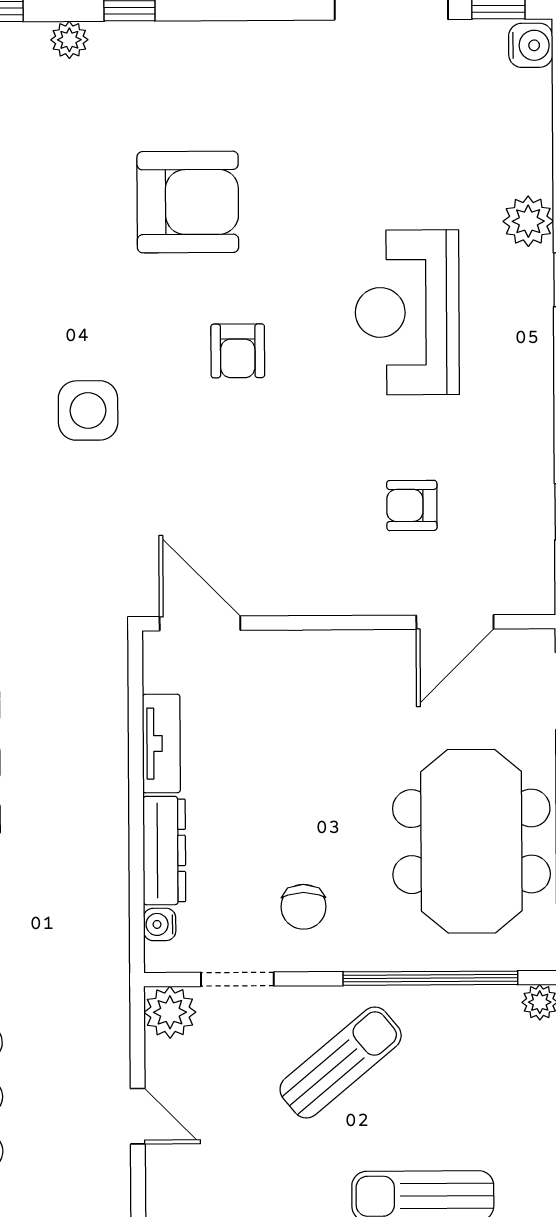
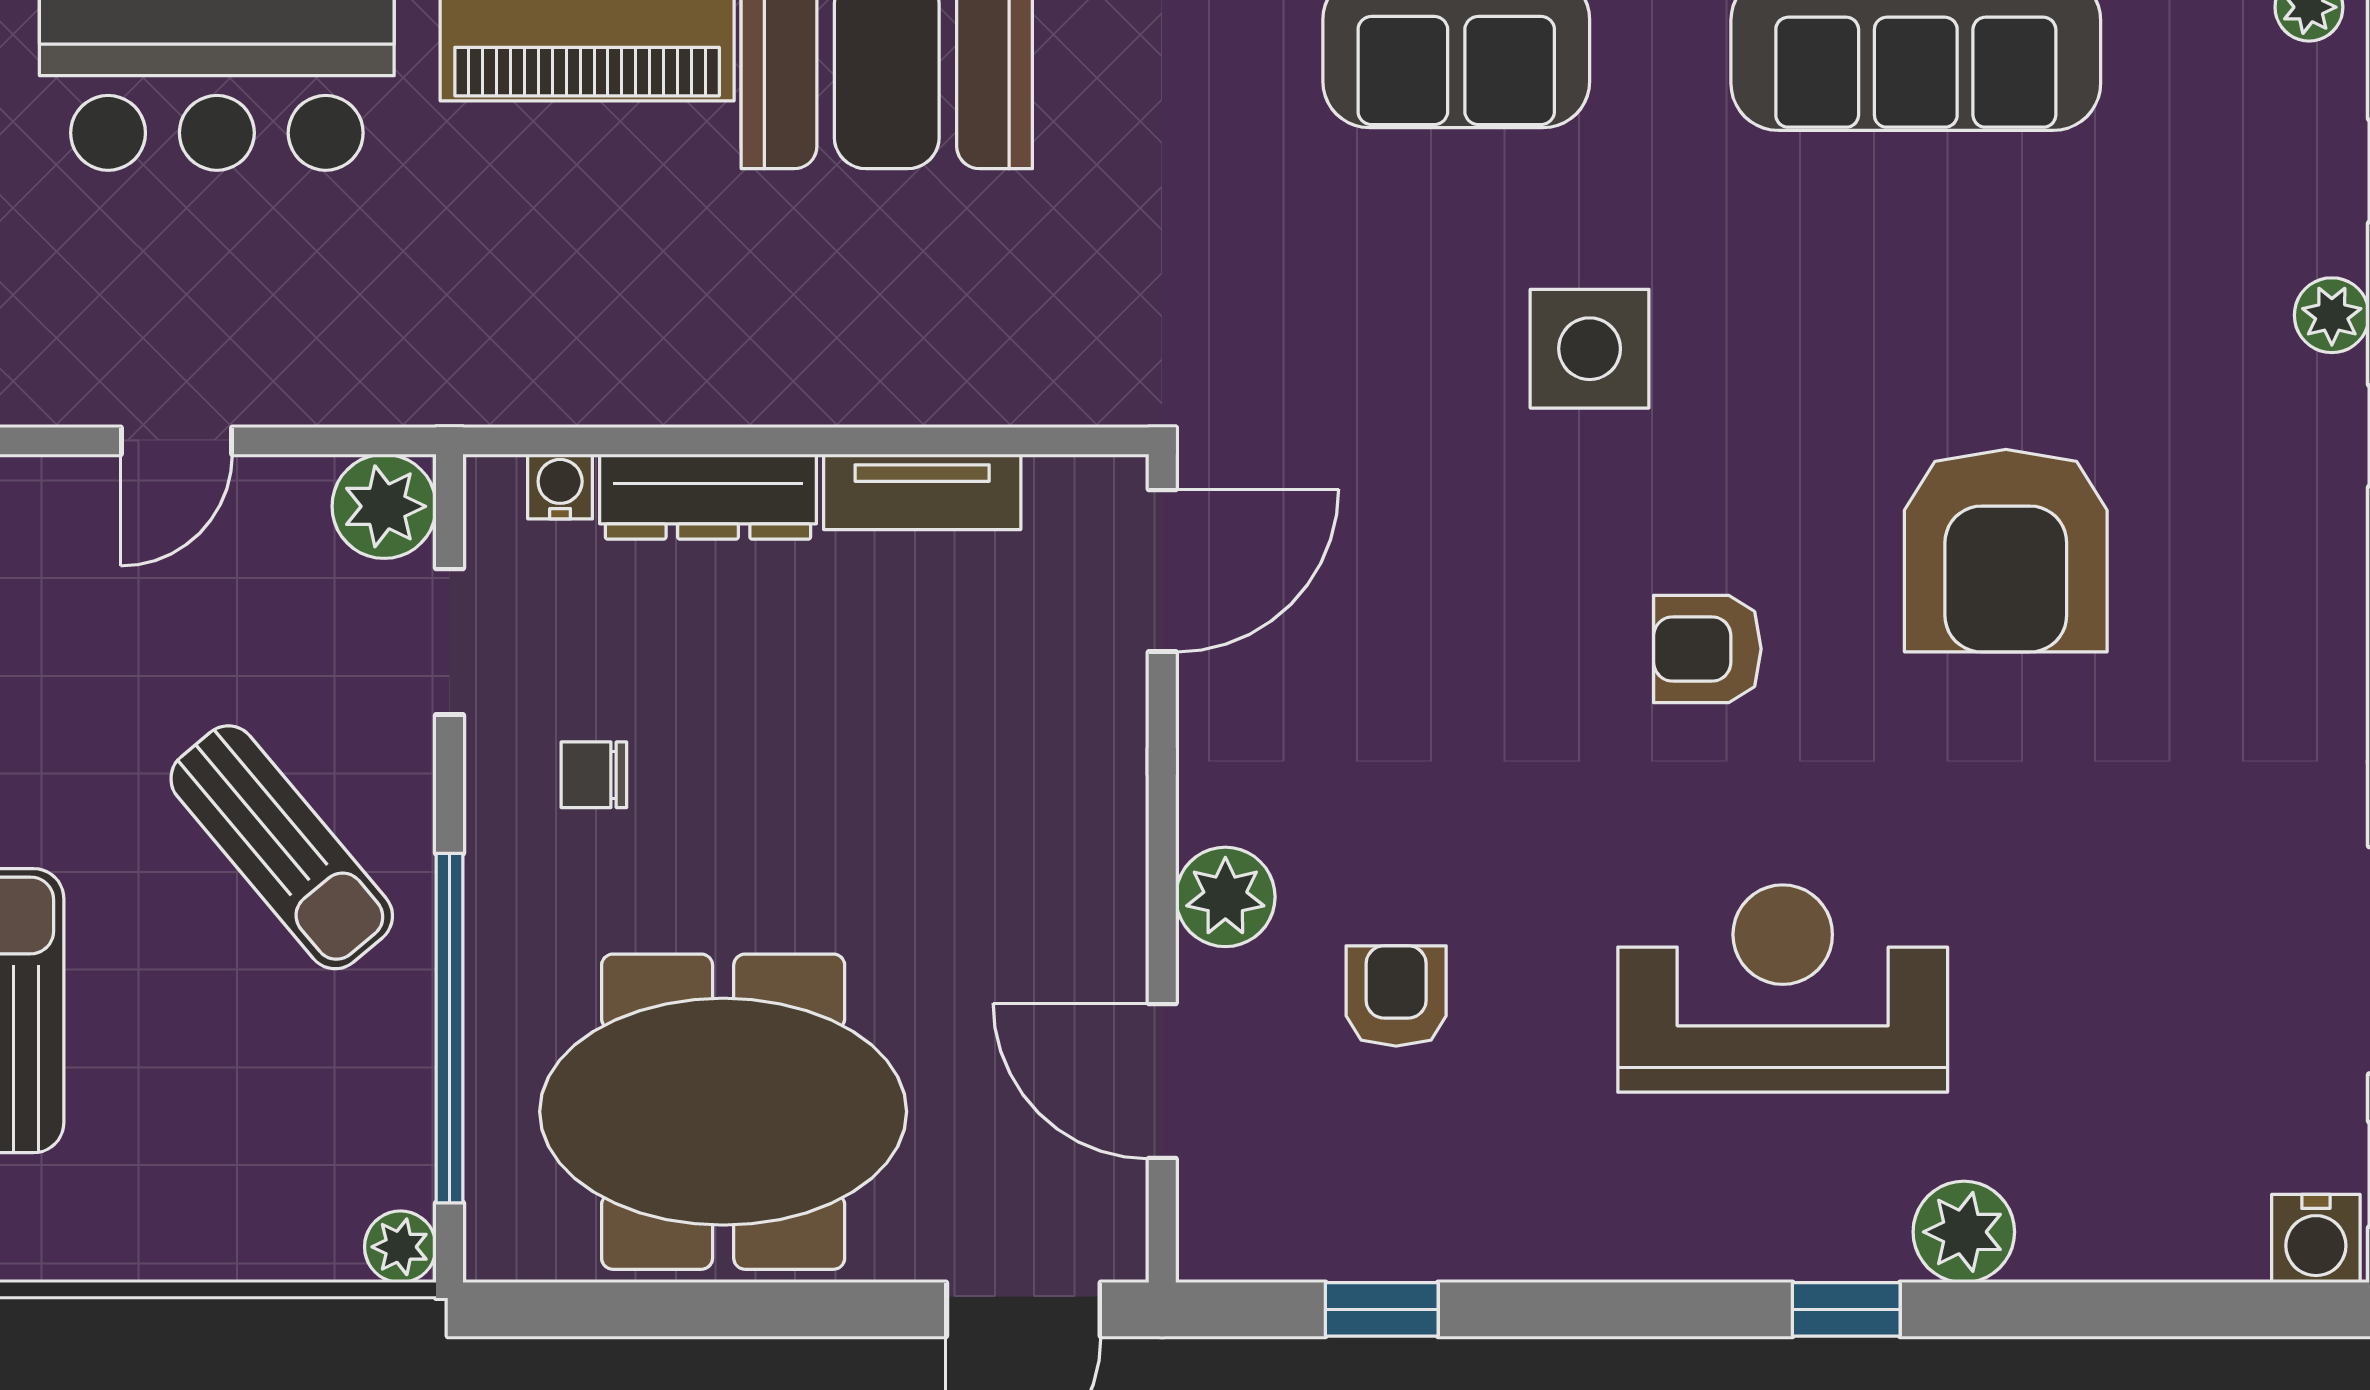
plant: (363, 591) -> (1225, 897), added
chair: (303, 907) -> (594, 775), width x0.73, depth x0.73

